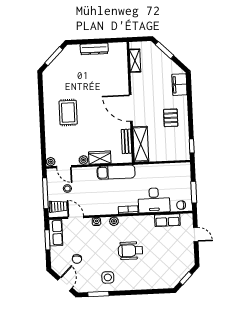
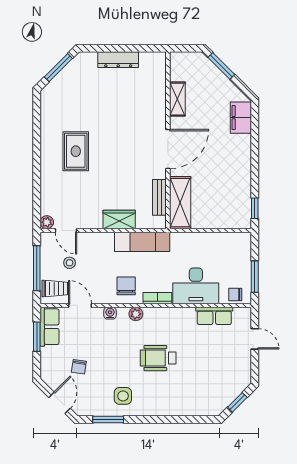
shelving: (135, 61) -> (177, 99), moved
door: (131, 108) -> (168, 149), swing flipped
pallet: (171, 118) -> (226, 166), removed
plant: (83, 160) -> (95, 222), removed
chair: (107, 202) -> (126, 286), added

